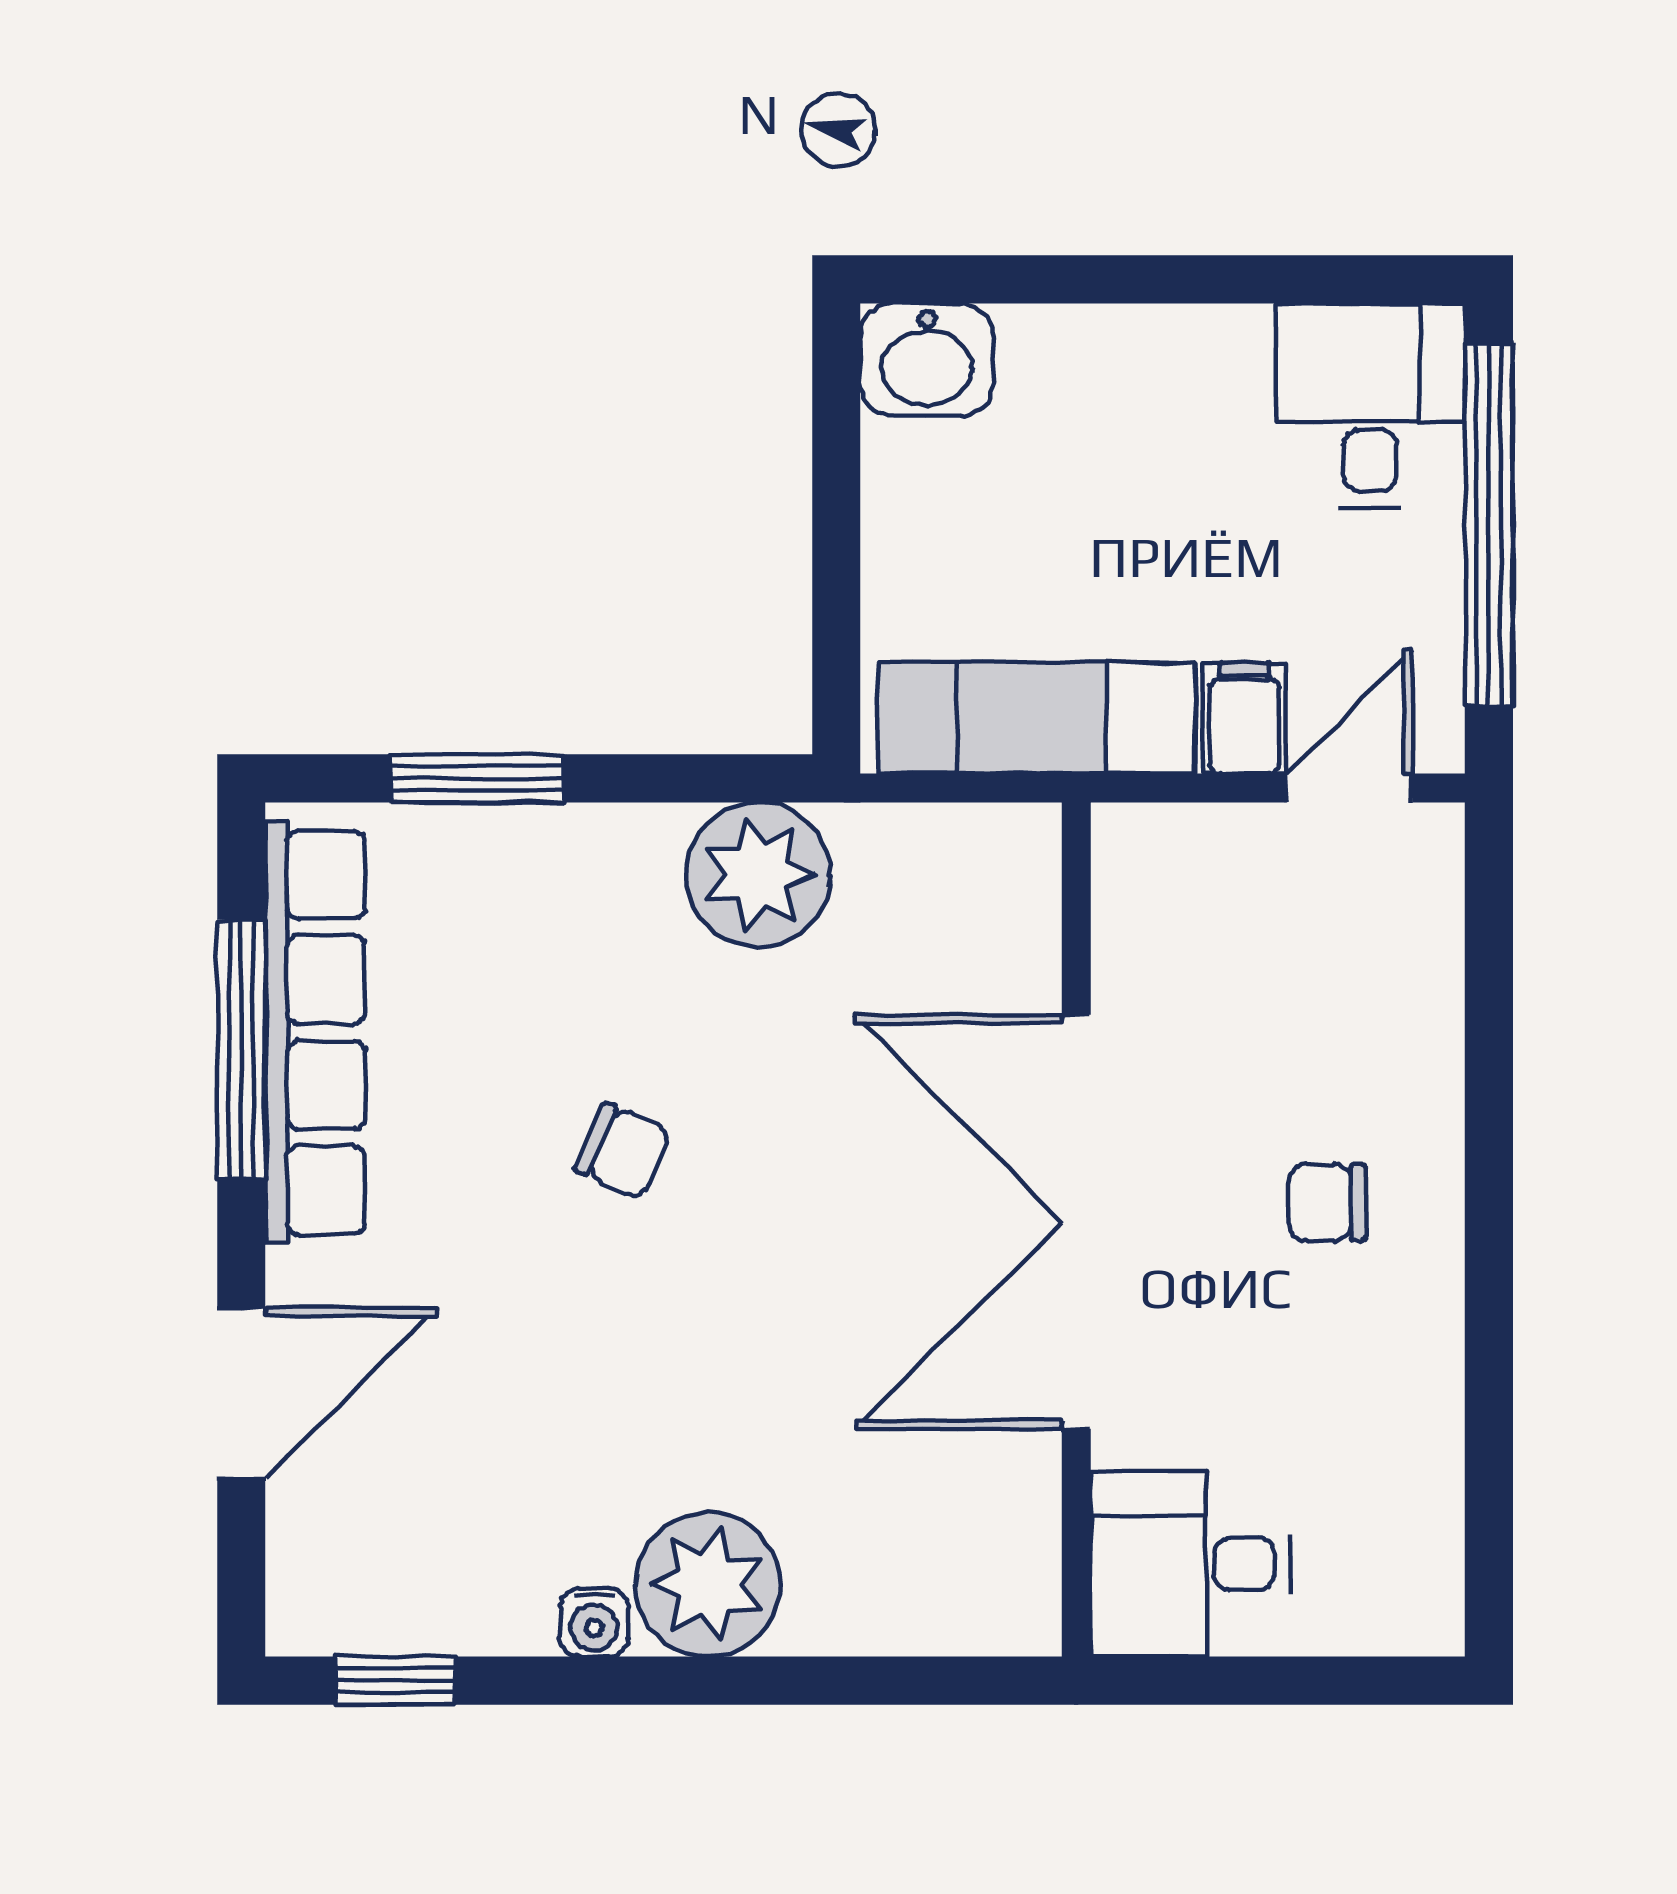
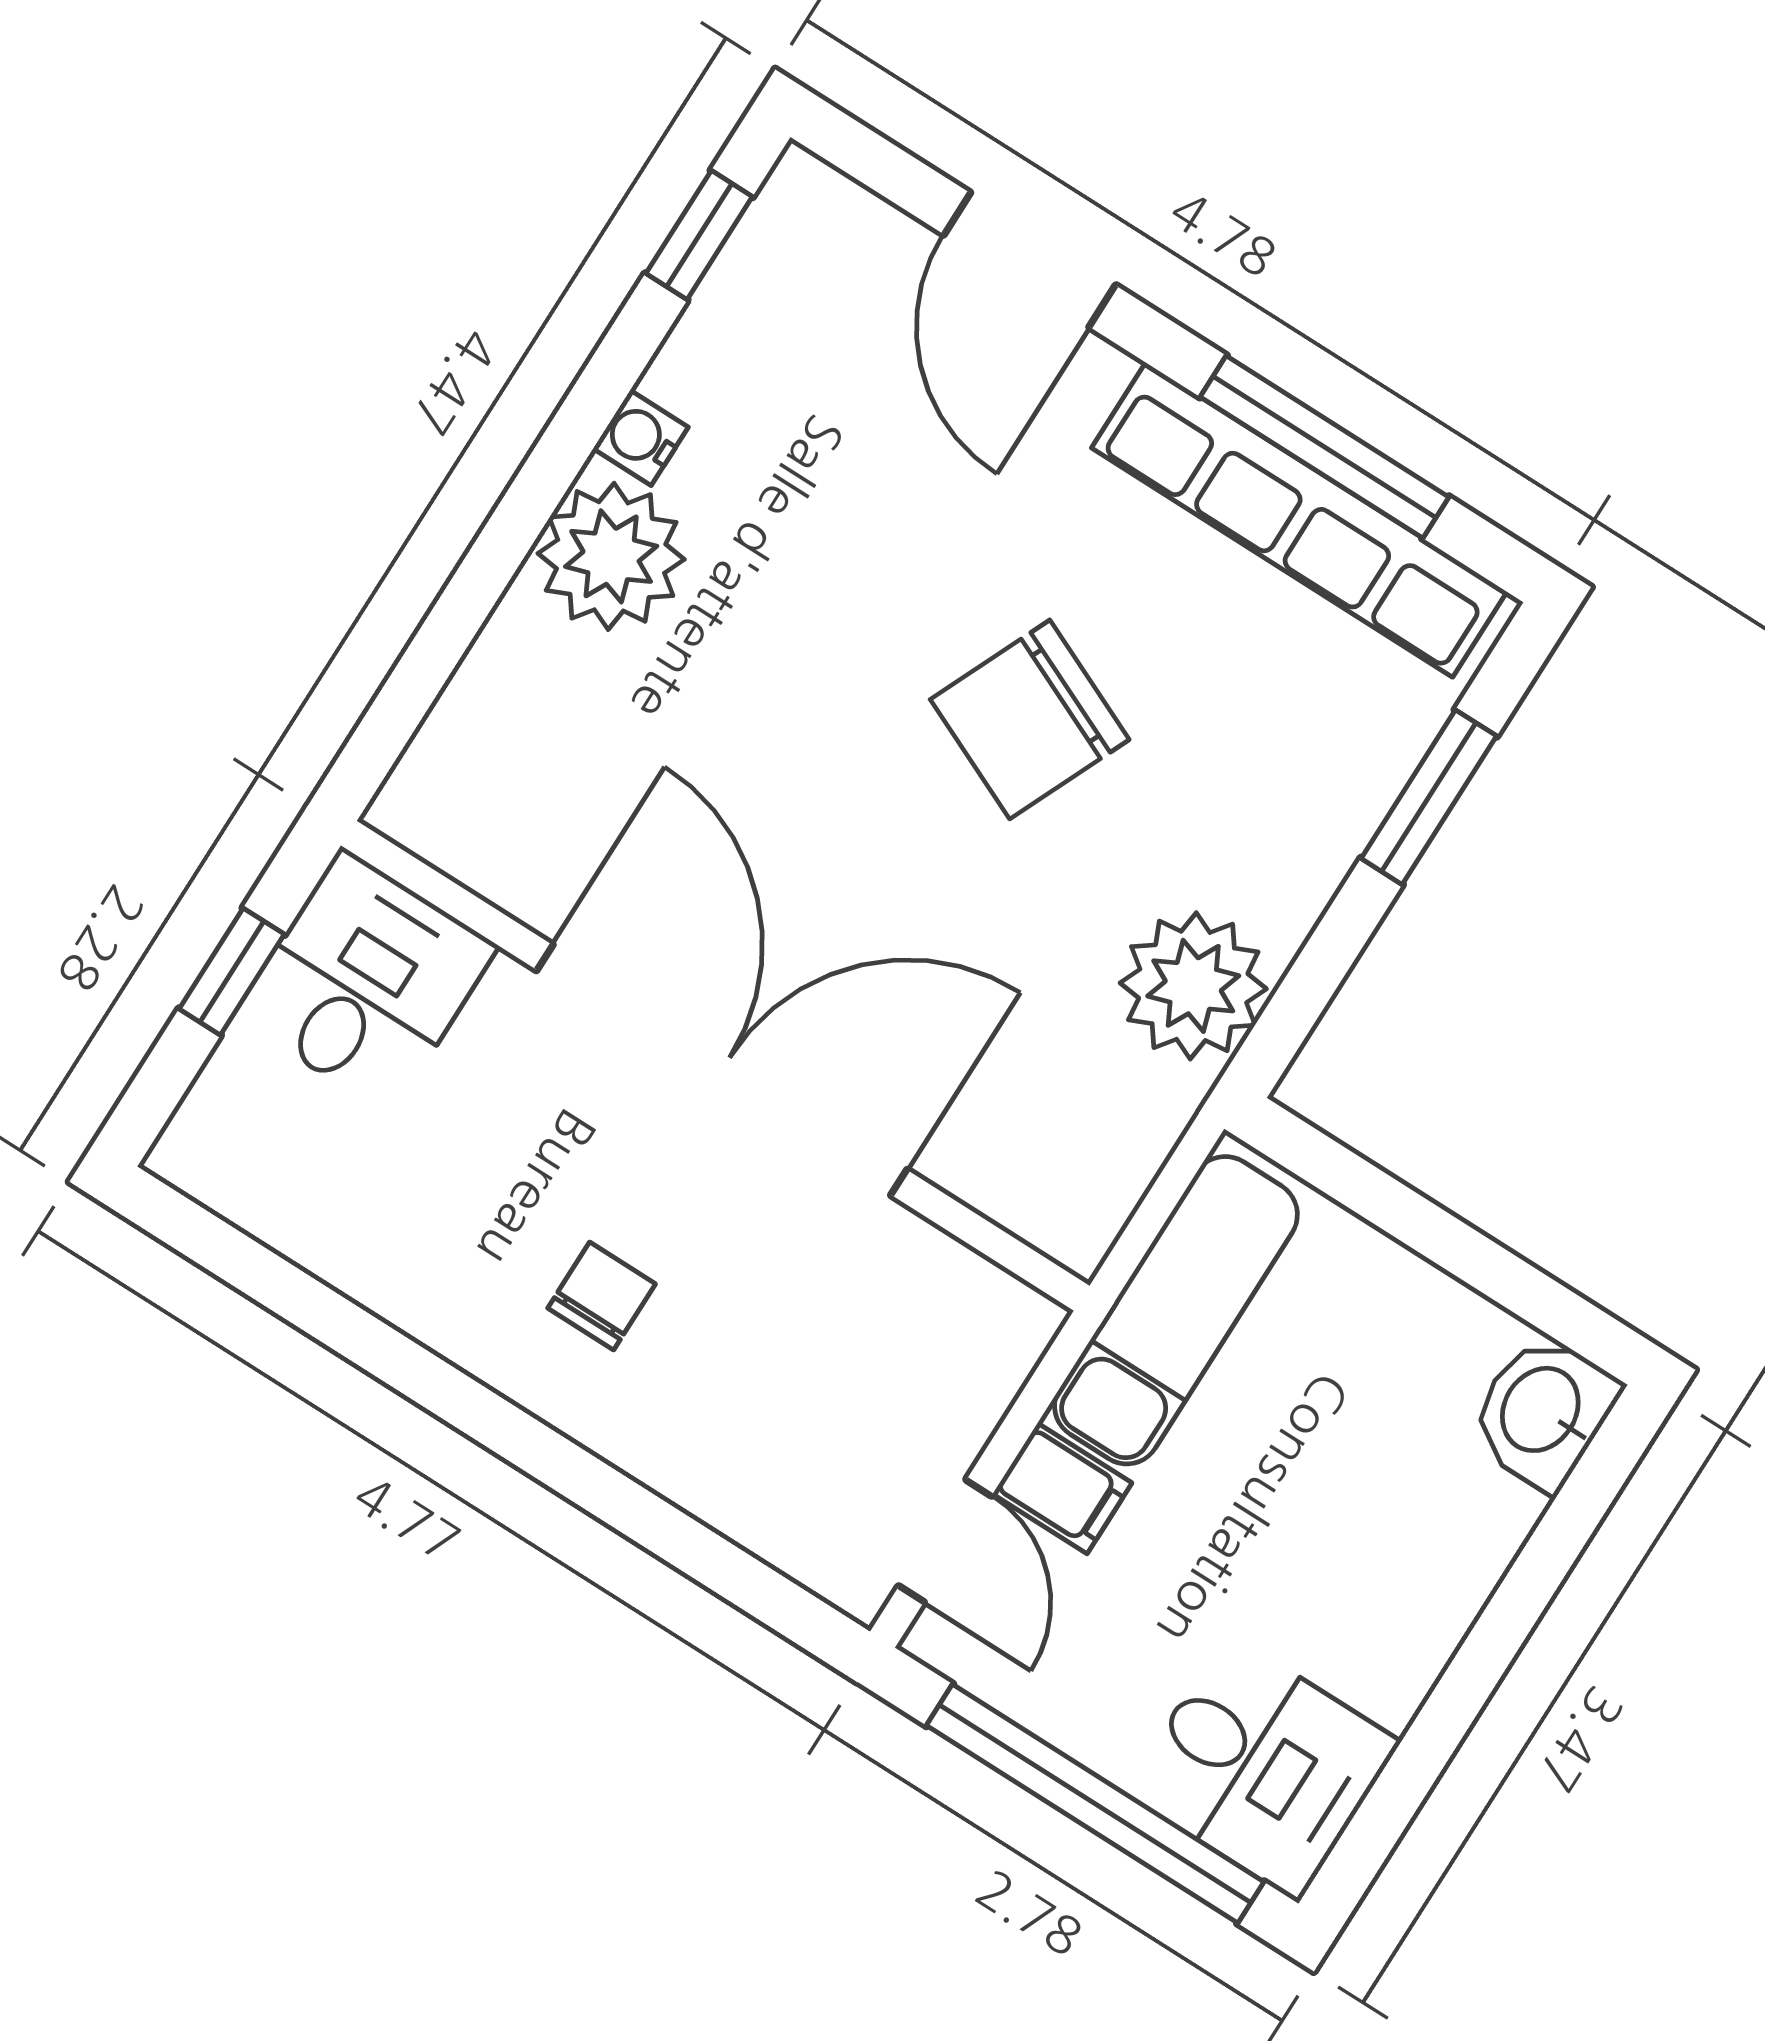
chair: (623, 1151) -> (1030, 719), width x1.87, depth x1.87
window: (1253, 1681) -> (232, 972), added

